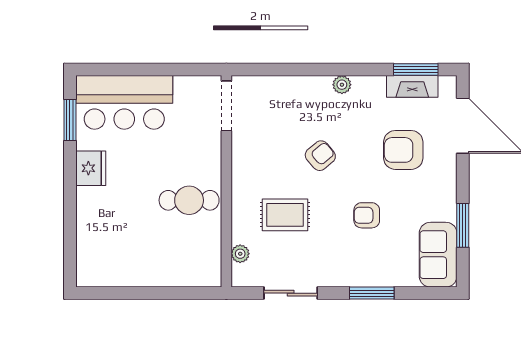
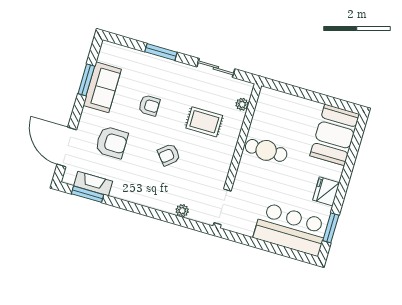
plant: (342, 85) -> (182, 211), moved
booth: (102, 249) -> (335, 135), added
sofa: (438, 255) -> (102, 87), moved

